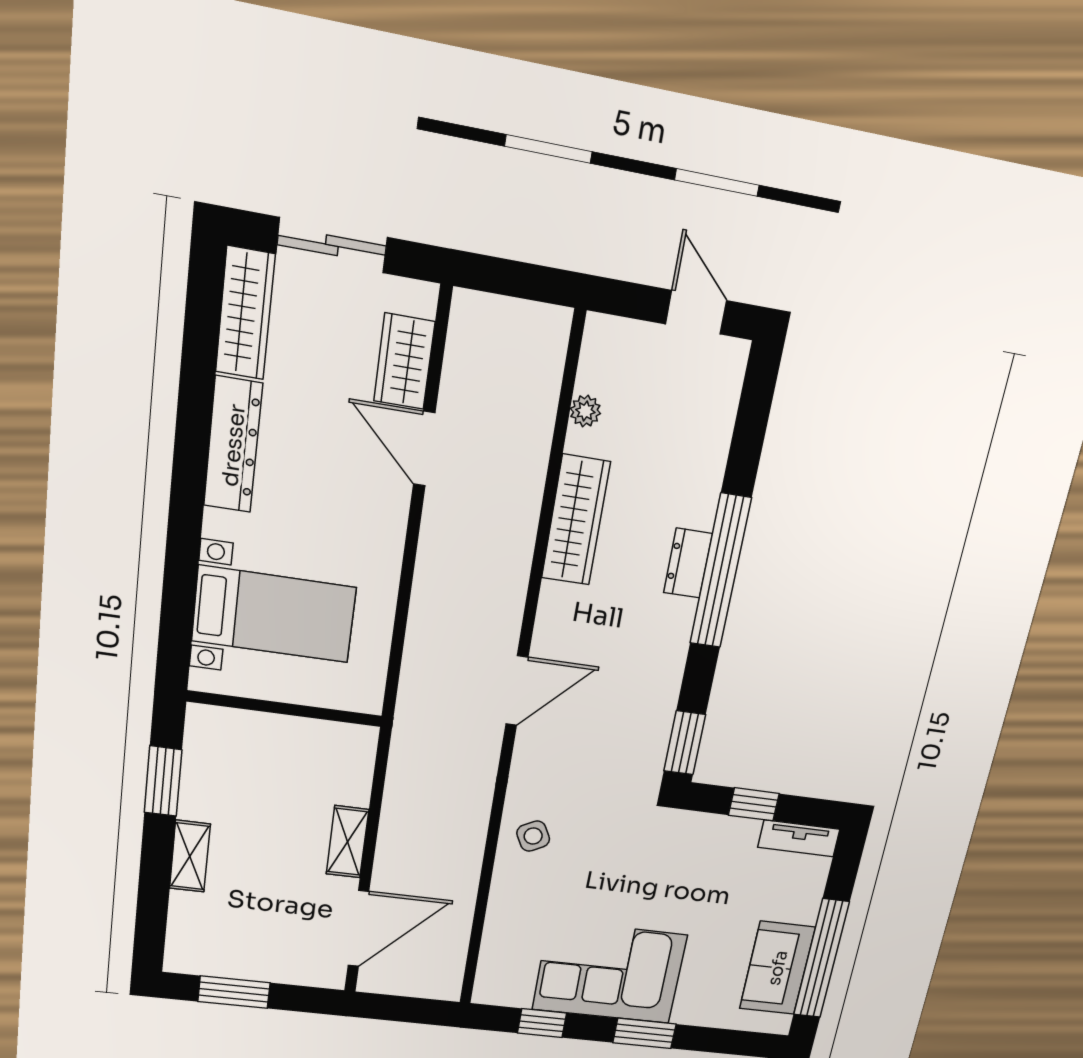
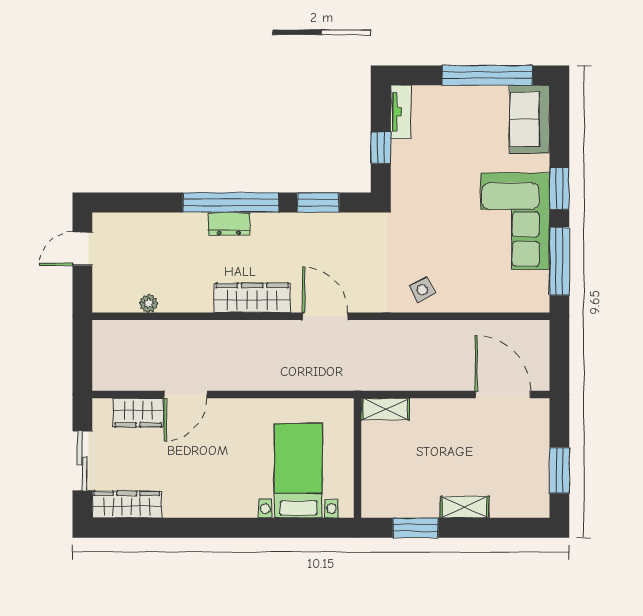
dresser: (233, 445) -> (201, 505), removed
wardrobe: (576, 520) -> (252, 298), moved
window: (685, 743) -> (318, 203), moved
shelving: (347, 842) -> (385, 409), moved
sofa: (777, 968) -> (530, 119), moved, turned 90
window: (542, 1023) -> (559, 261), width x2.17

